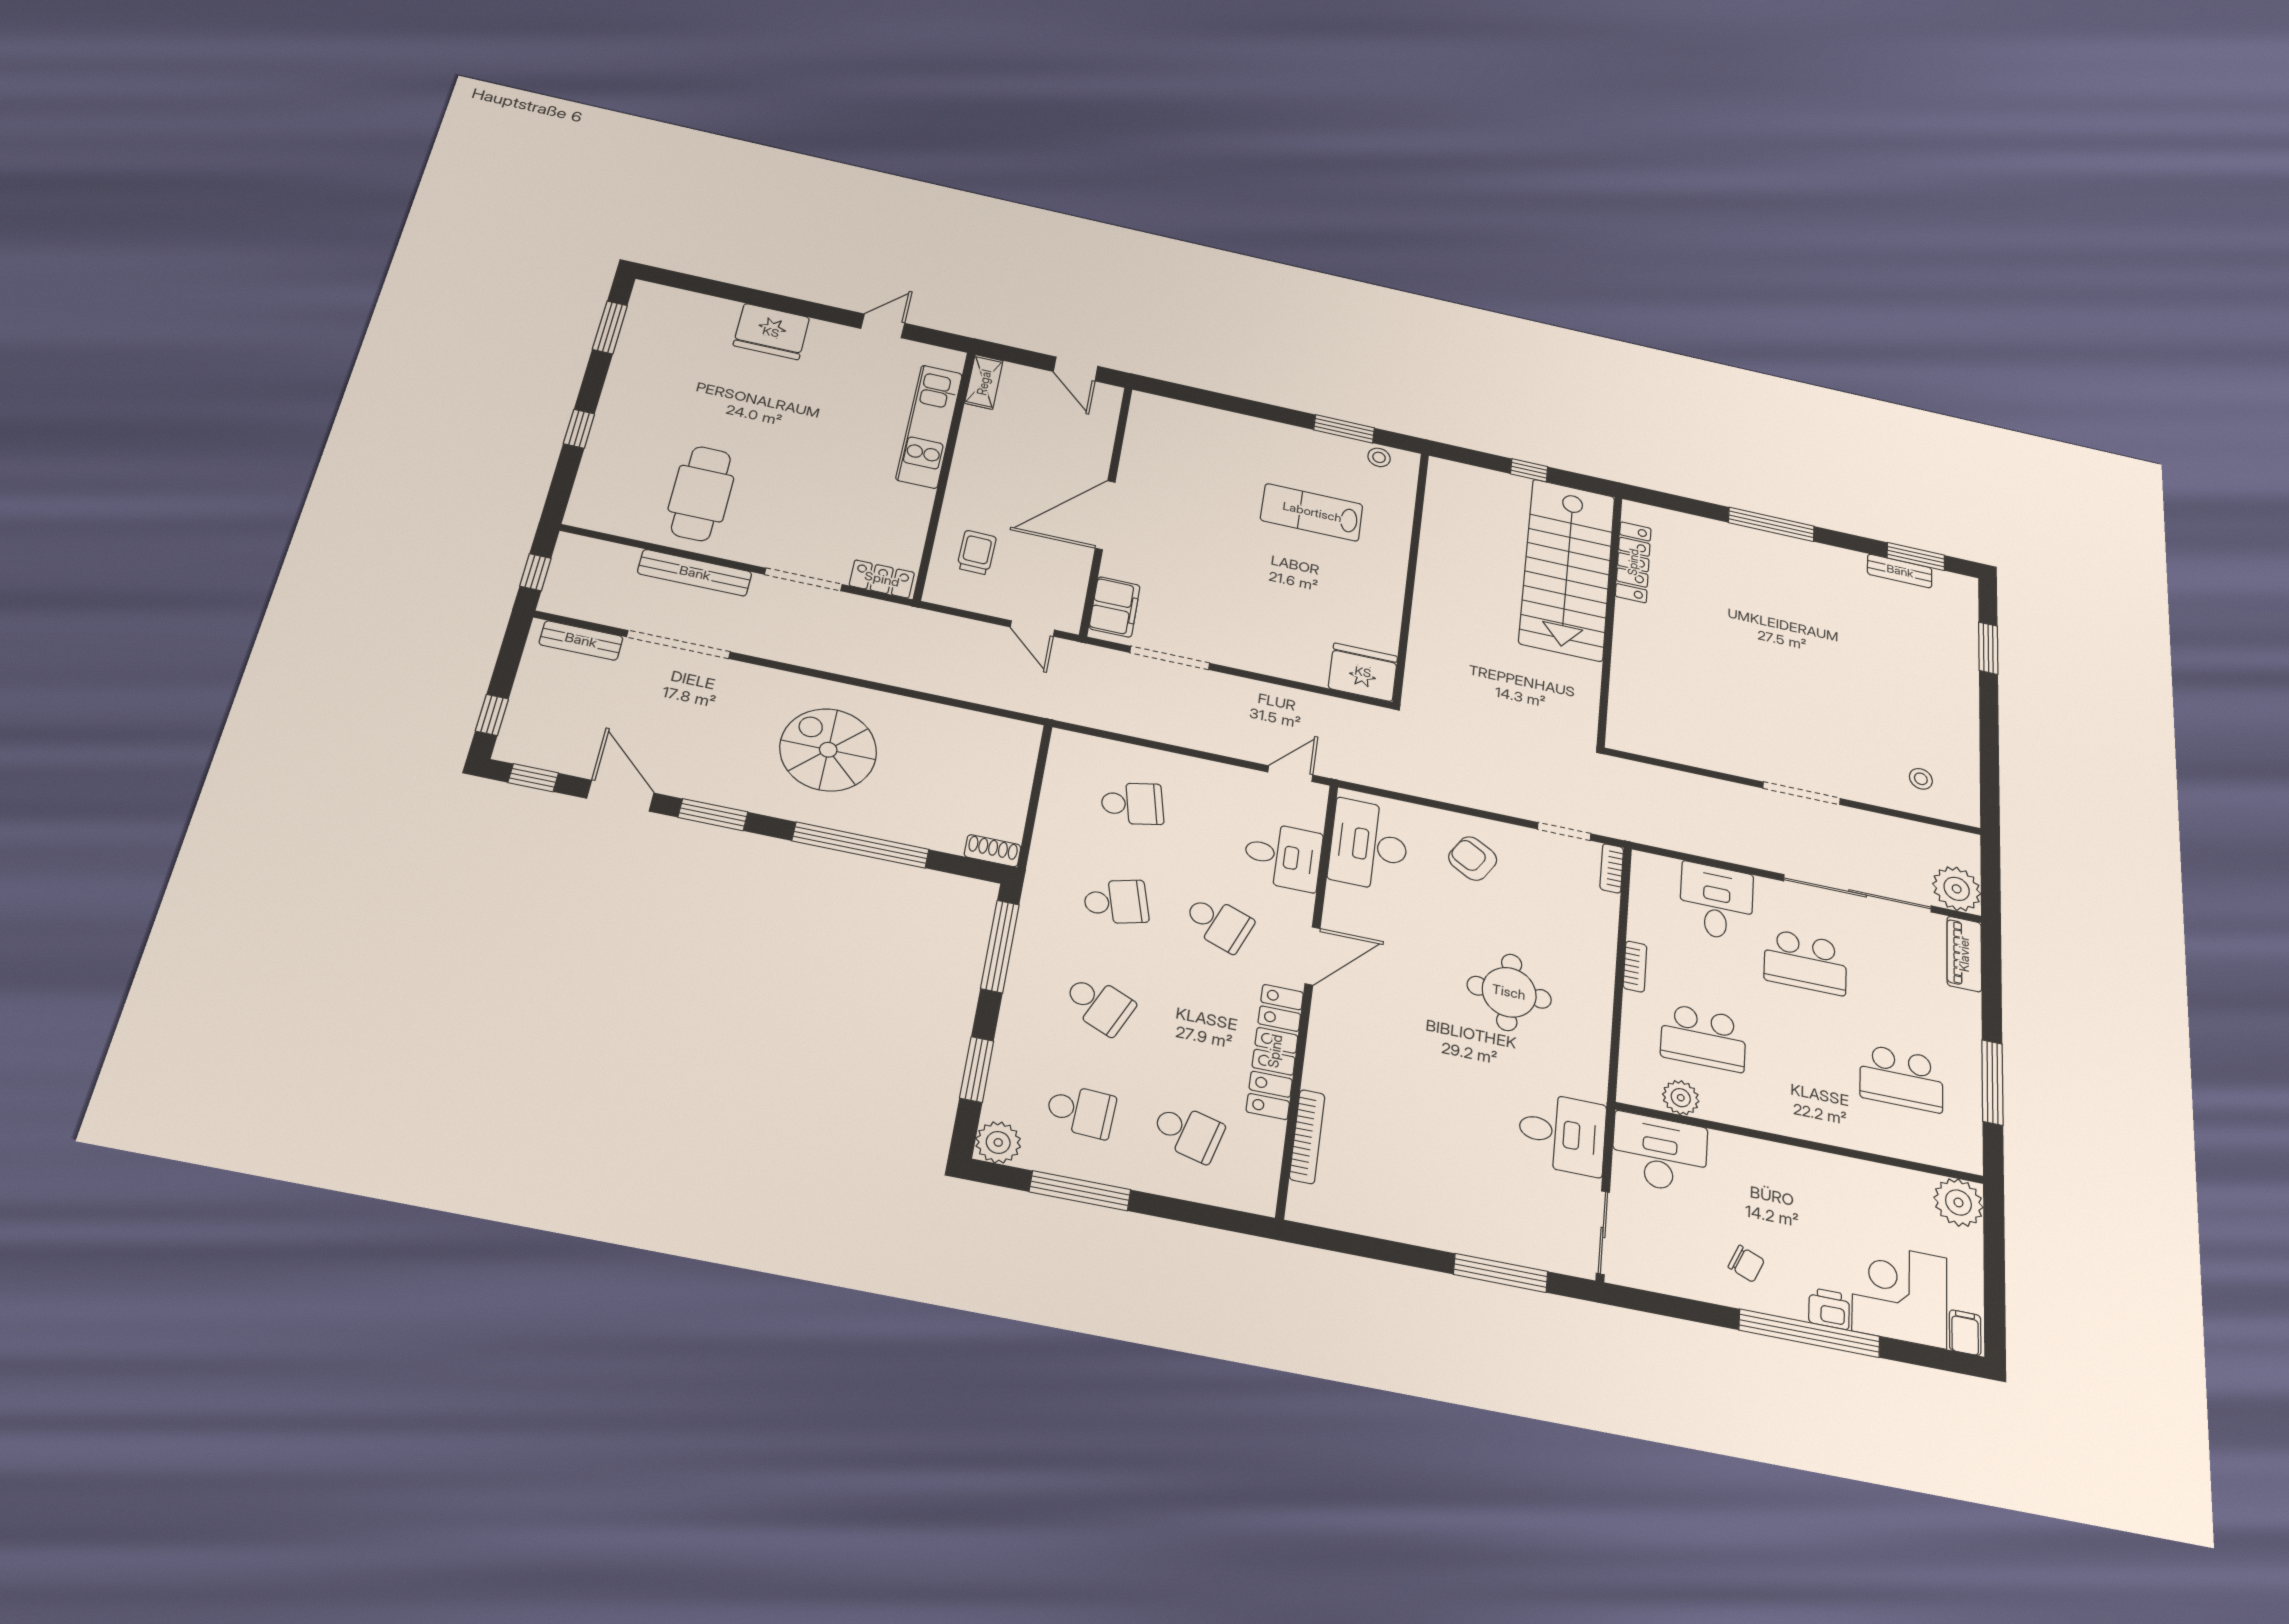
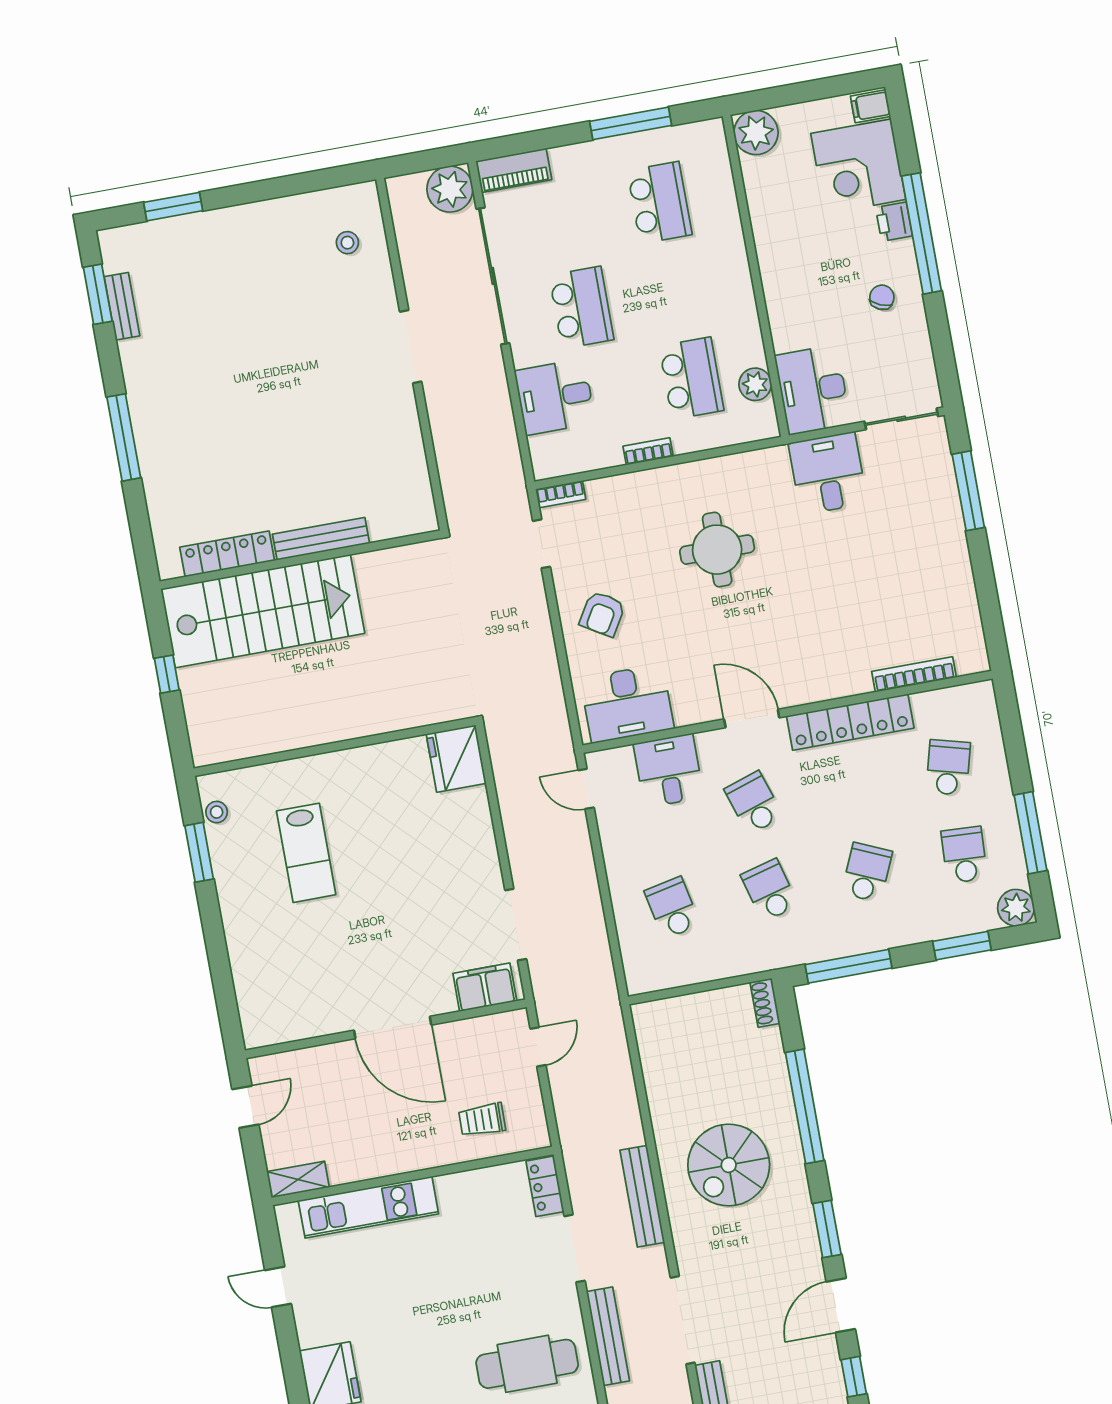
bench: (1626, 644) -> (321, 539), added
bench: (831, 659) -> (642, 1196), added
school desk: (1218, 923) -> (754, 803), turned -39

